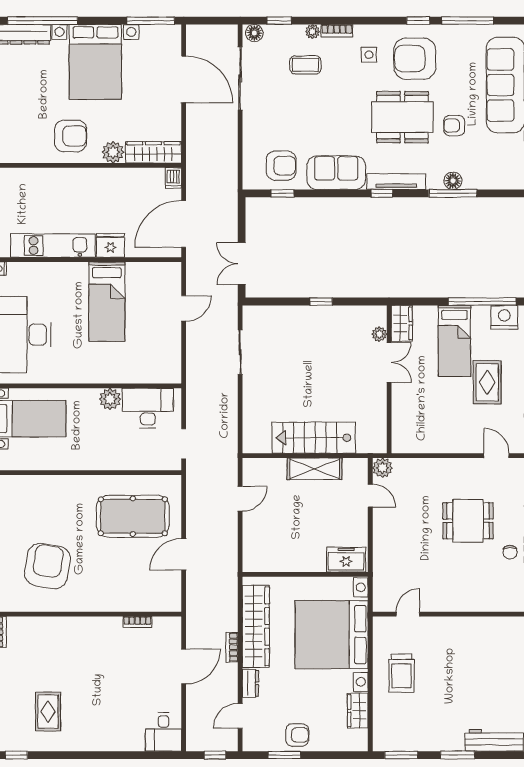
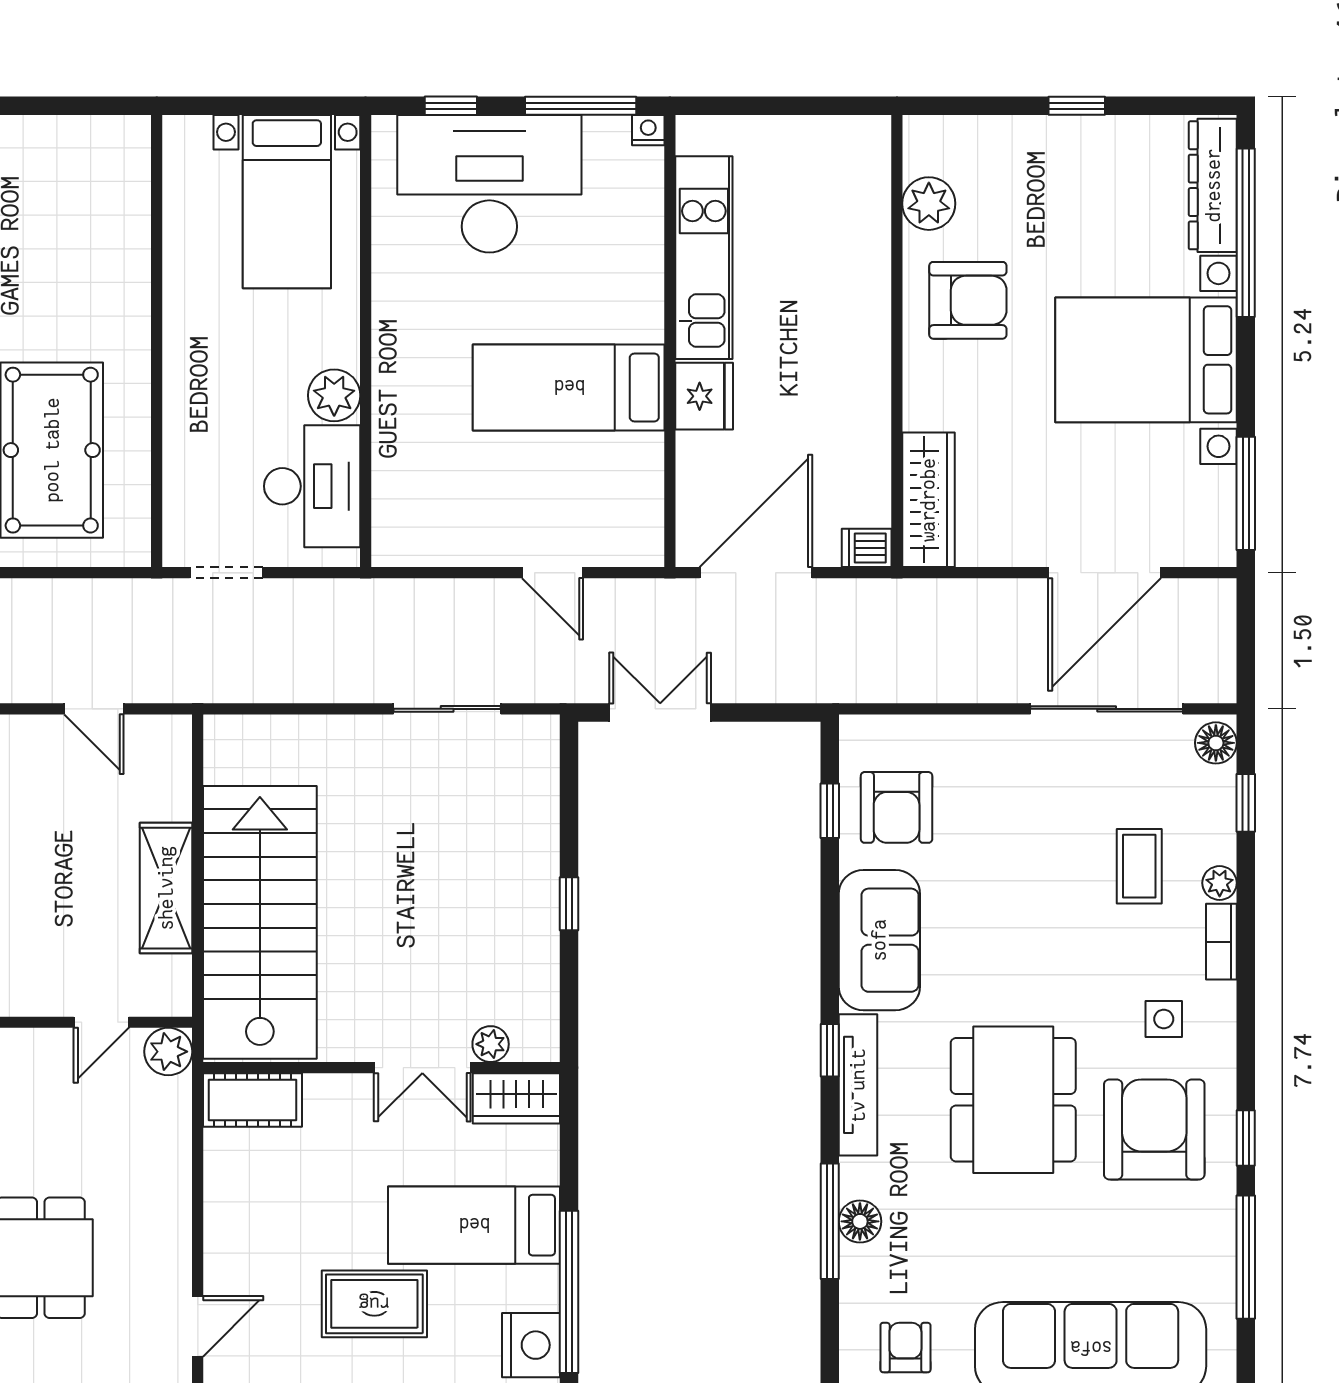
armchair: (454, 126) -> (905, 1348), moved
armchair: (71, 136) -> (968, 300), turned -90
plant: (113, 152) -> (929, 204), moved
door: (184, 224) -> (756, 573), hinge flipped
cot: (403, 433) -> (252, 1100), added
stairs: (314, 438) -> (260, 922), width x1.36, depth x1.51

